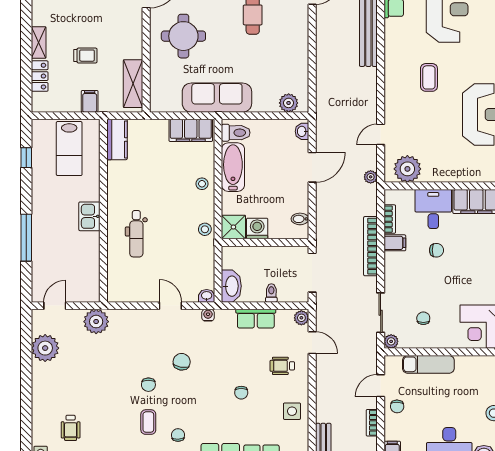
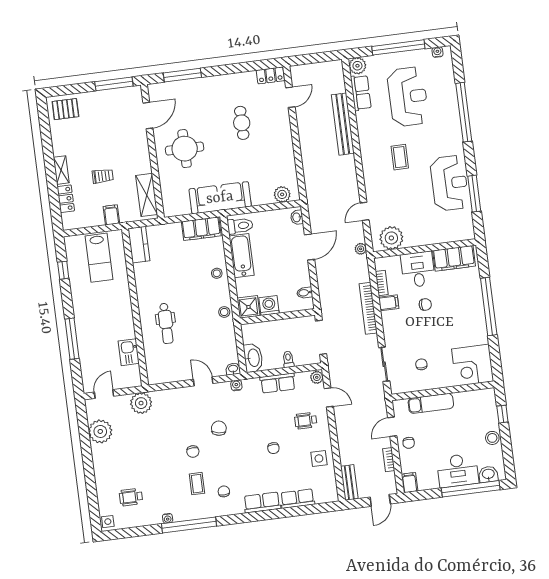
kitchen sink: (89, 216) -> (129, 352), moved
plant: (391, 341) -> (396, 388), removed
wheelchair: (71, 428) -> (131, 497), turned 90

